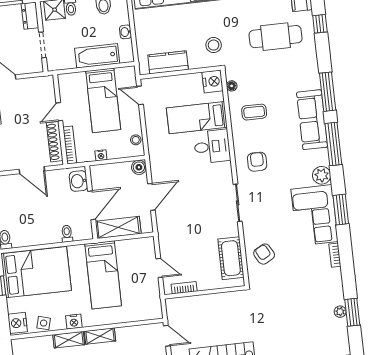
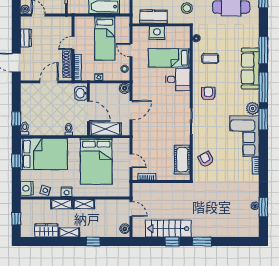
nightstand: (213, 81) -> (157, 33), moved, turned -90
door: (140, 95) -> (131, 50), moved
door: (32, 170) -> (49, 82), swing flipped
door: (92, 205) -> (88, 111), hinge flipped
window: (341, 209) -> (263, 119), moved
bed: (103, 275) -> (96, 161), width x1.50

